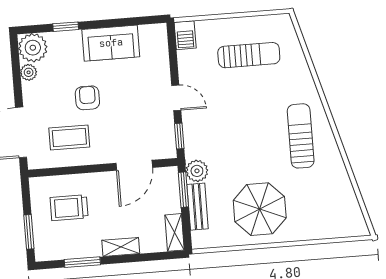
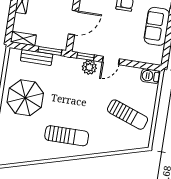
sun lounger: (249, 55) -> (128, 115), turned -70
door: (134, 165) -> (73, 23), swing flipped
plant: (197, 171) -> (89, 67), moved

